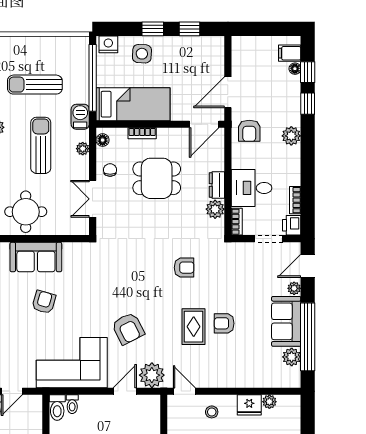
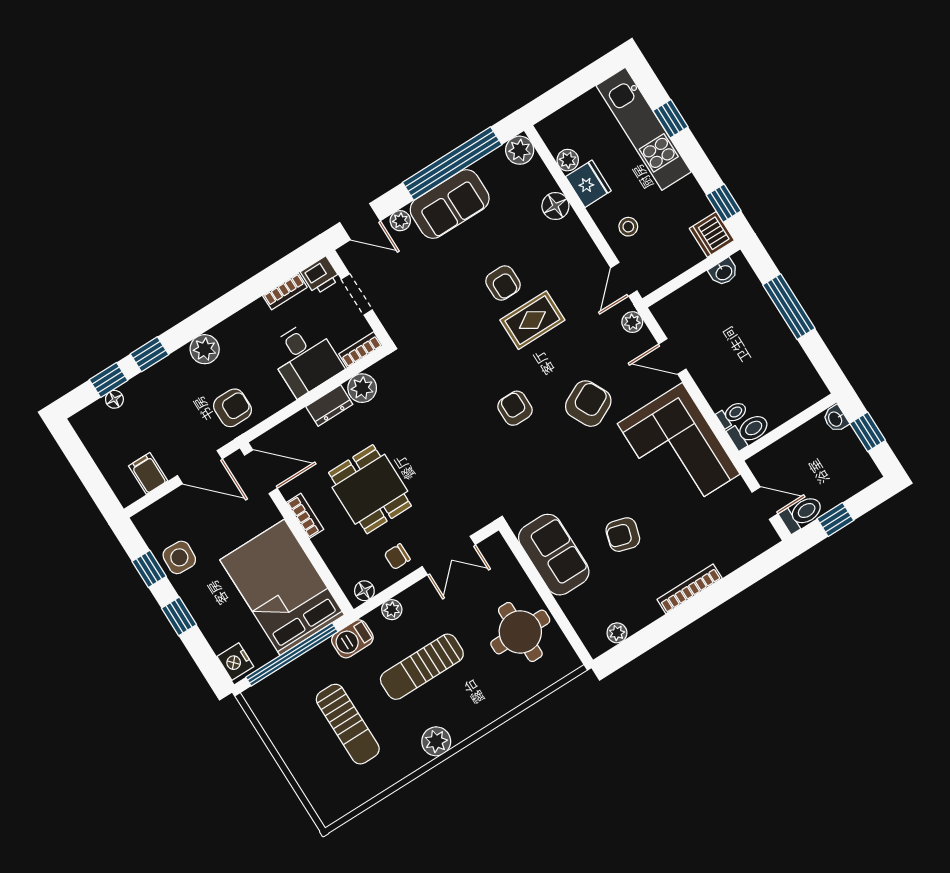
filing cabinet: (290, 53) -> (148, 473), moved, turned 180
side table: (142, 54) -> (179, 557), moved
bed: (133, 104) -> (282, 587), width x1.50
bookcase: (142, 133) -> (305, 516), moved
sofa: (36, 257) -> (554, 555), moved
armchair: (184, 268) -> (515, 408), moved
plant: (292, 357) -> (520, 150), moved
plant: (152, 375) -> (632, 322), width x0.53, depth x0.53
floor lamp: (248, 379) -> (555, 206), added

